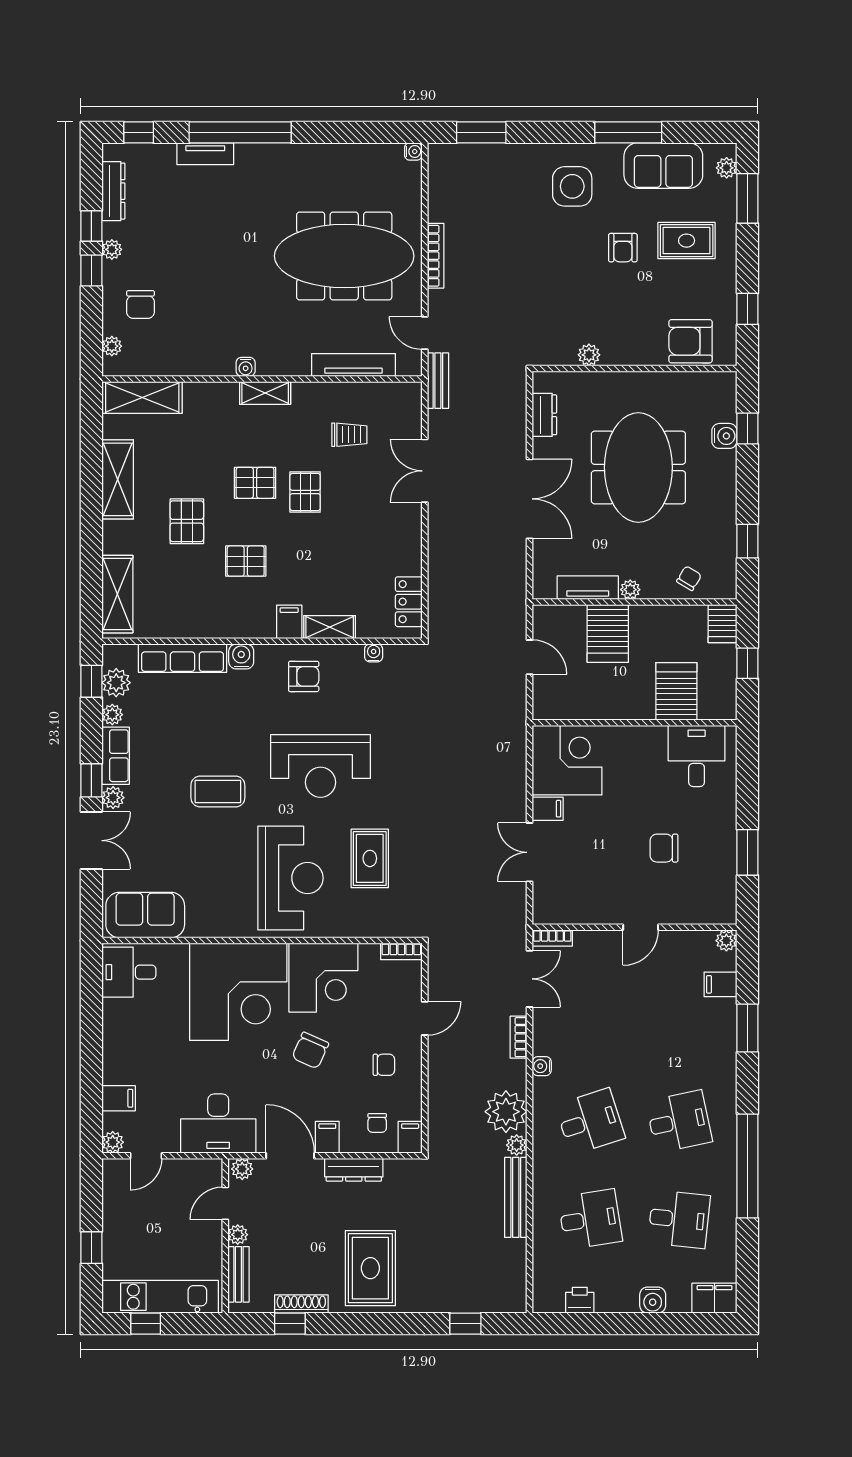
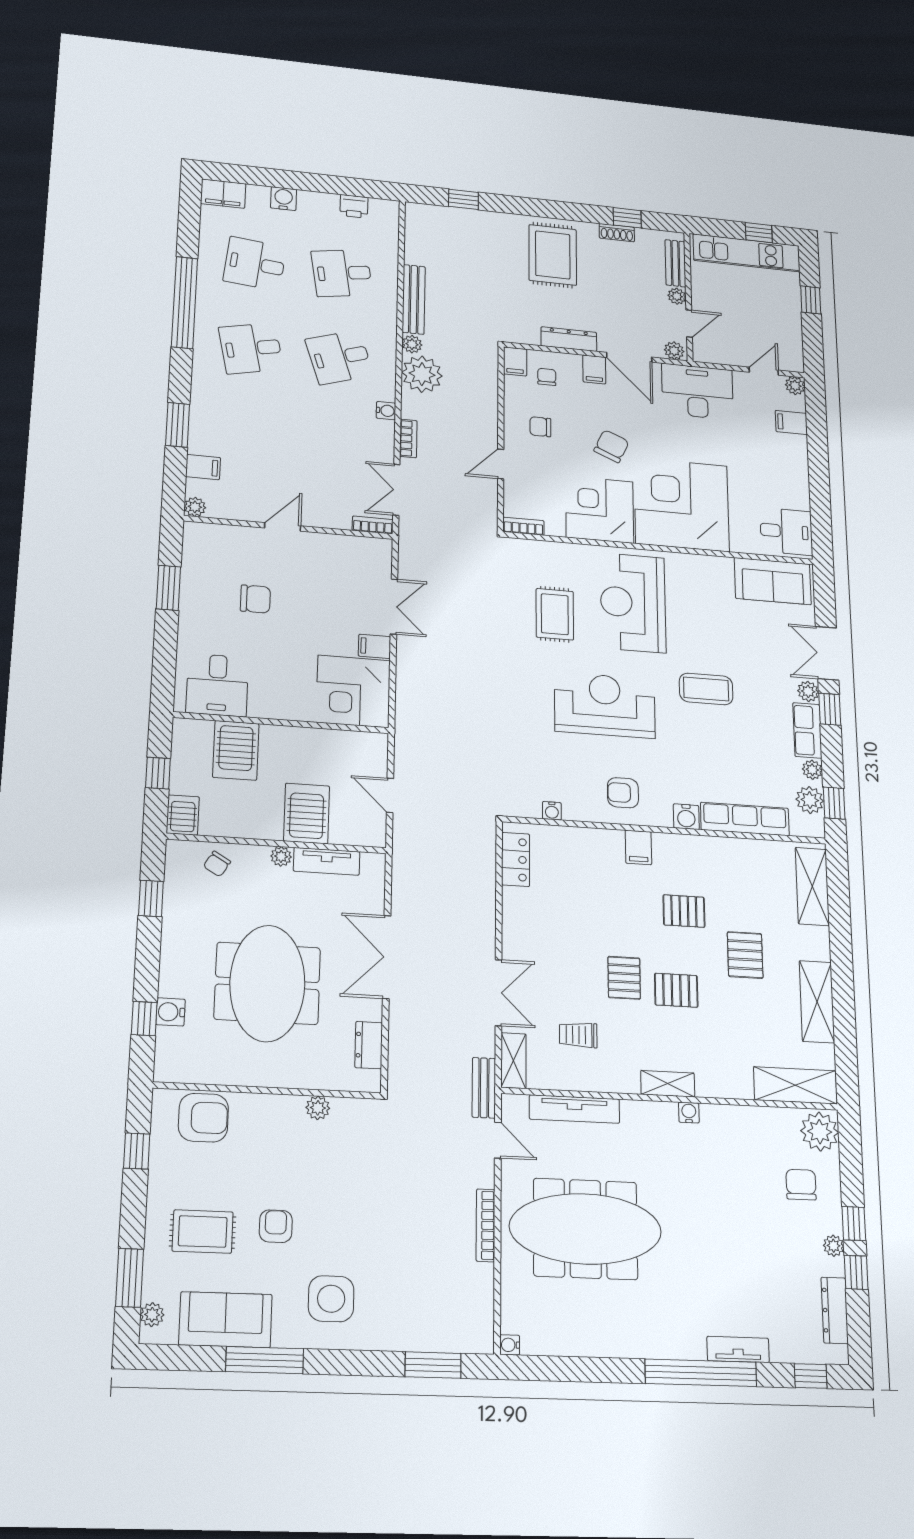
plant: (112, 346) -> (820, 1132), width x1.88, depth x1.88
shelving: (330, 627) -> (513, 1061), moved, turned 90
shoe rack: (301, 1304) -> (617, 233), width x0.70

